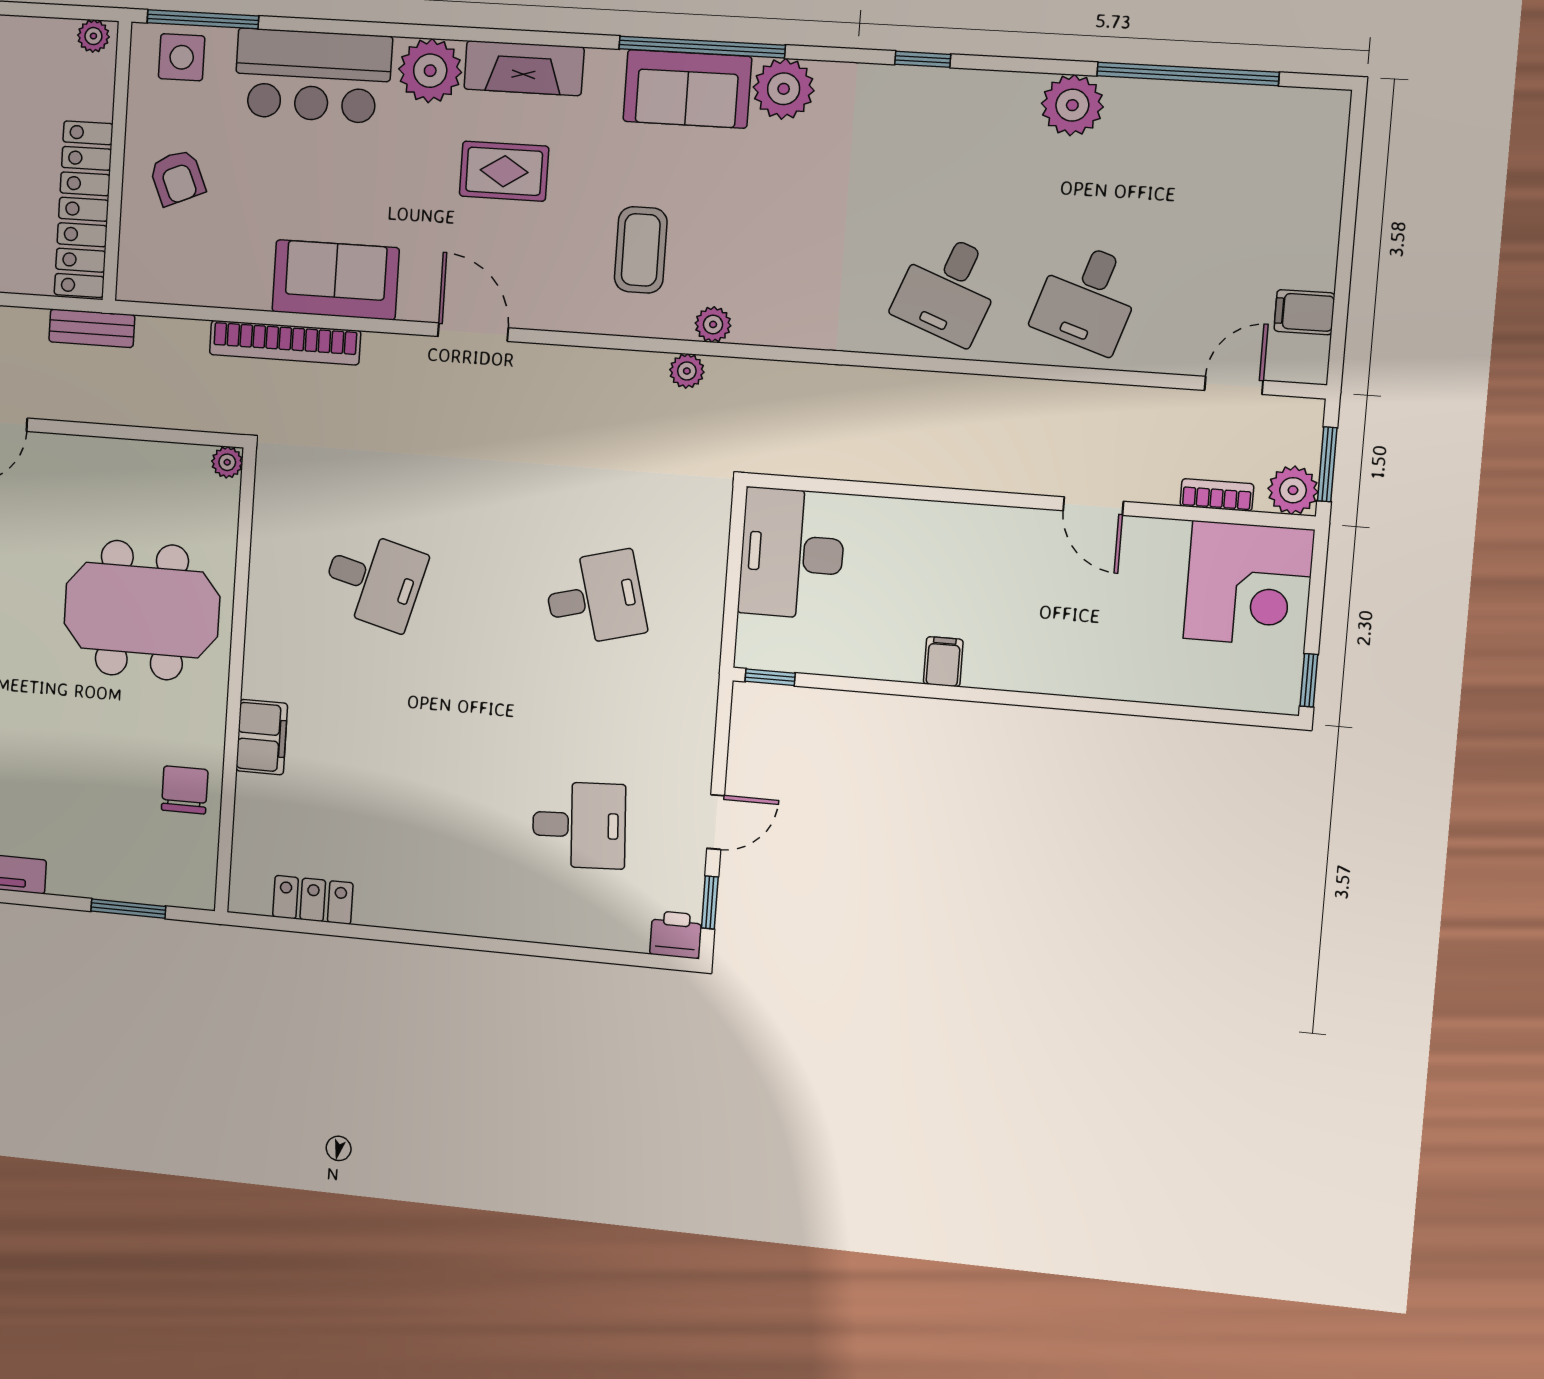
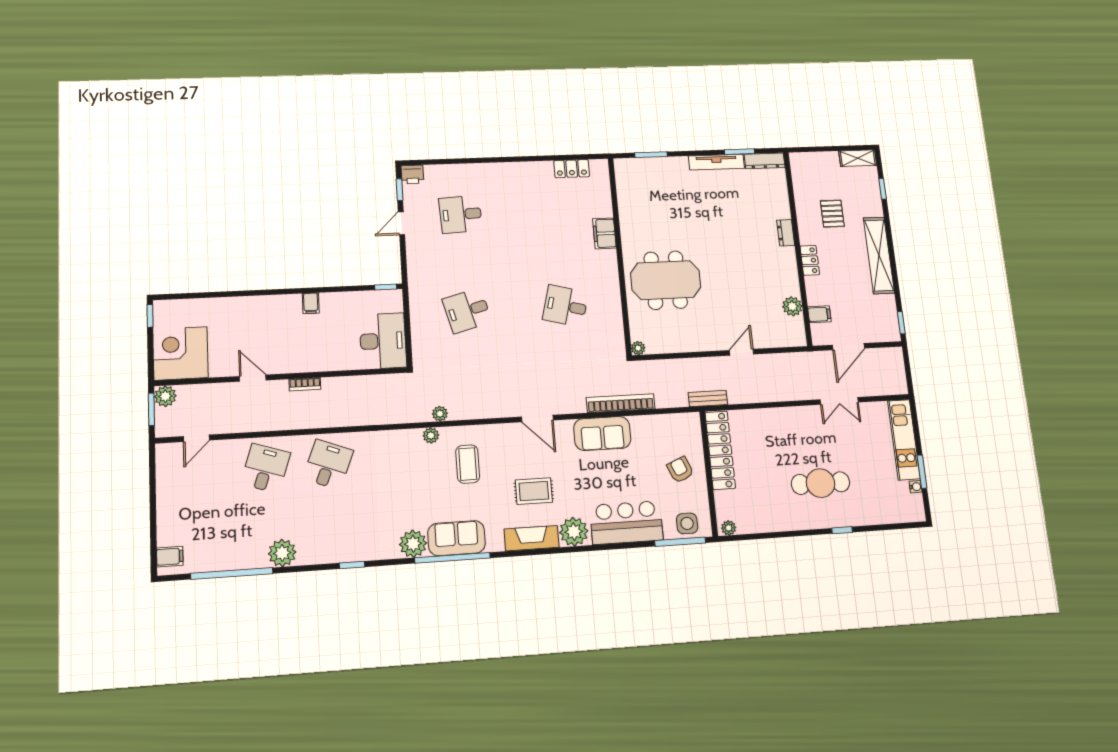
filing cabinet: (1304, 312) -> (170, 557), moved
bookcase: (1217, 495) -> (305, 384), moved
chair: (185, 790) -> (635, 207), removed

